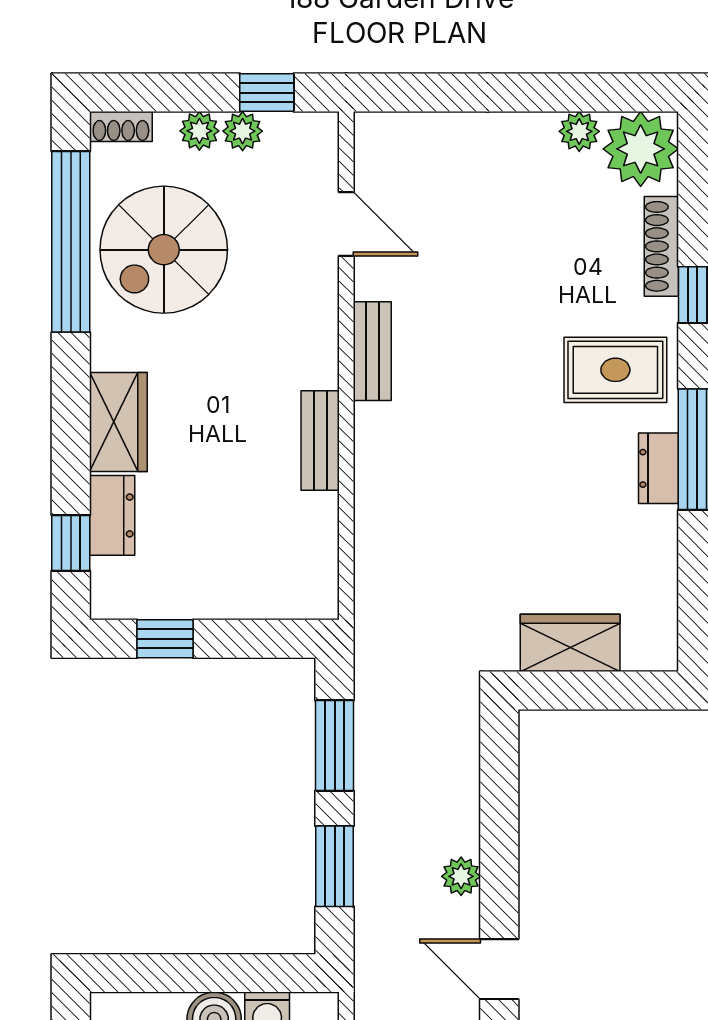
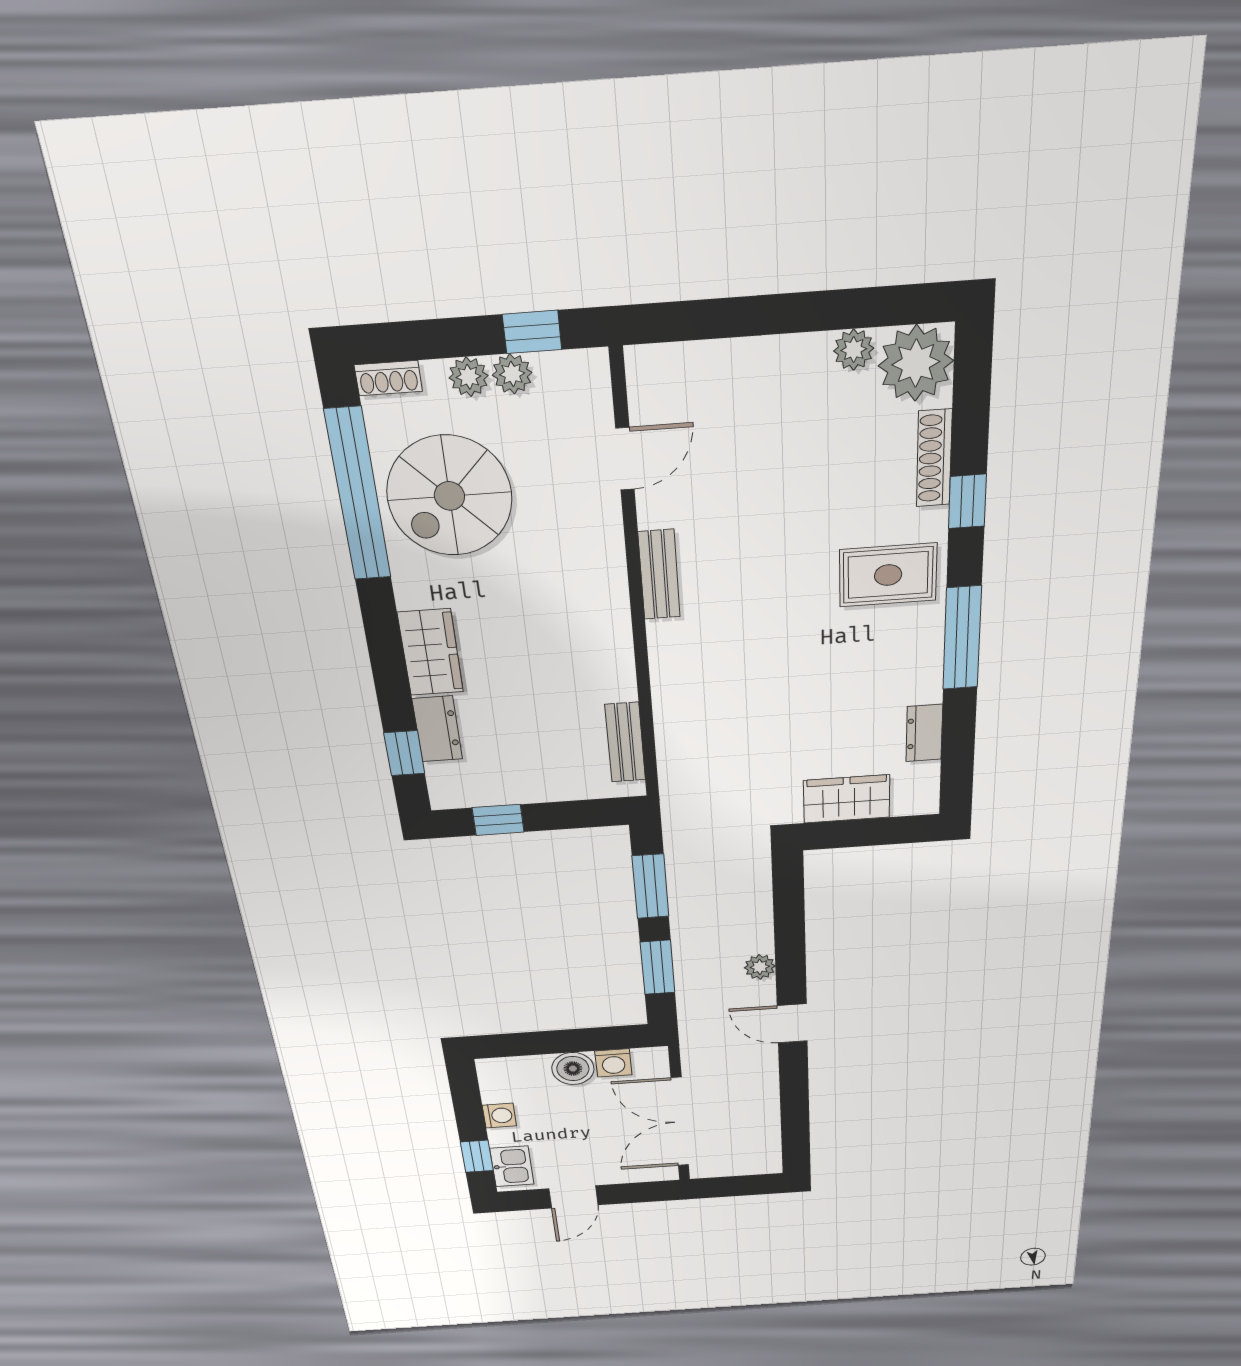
door: (346, 224) -> (625, 459), hinge flipped
bench: (320, 441) -> (625, 742), moved
dresser: (658, 468) -> (924, 733), moved

